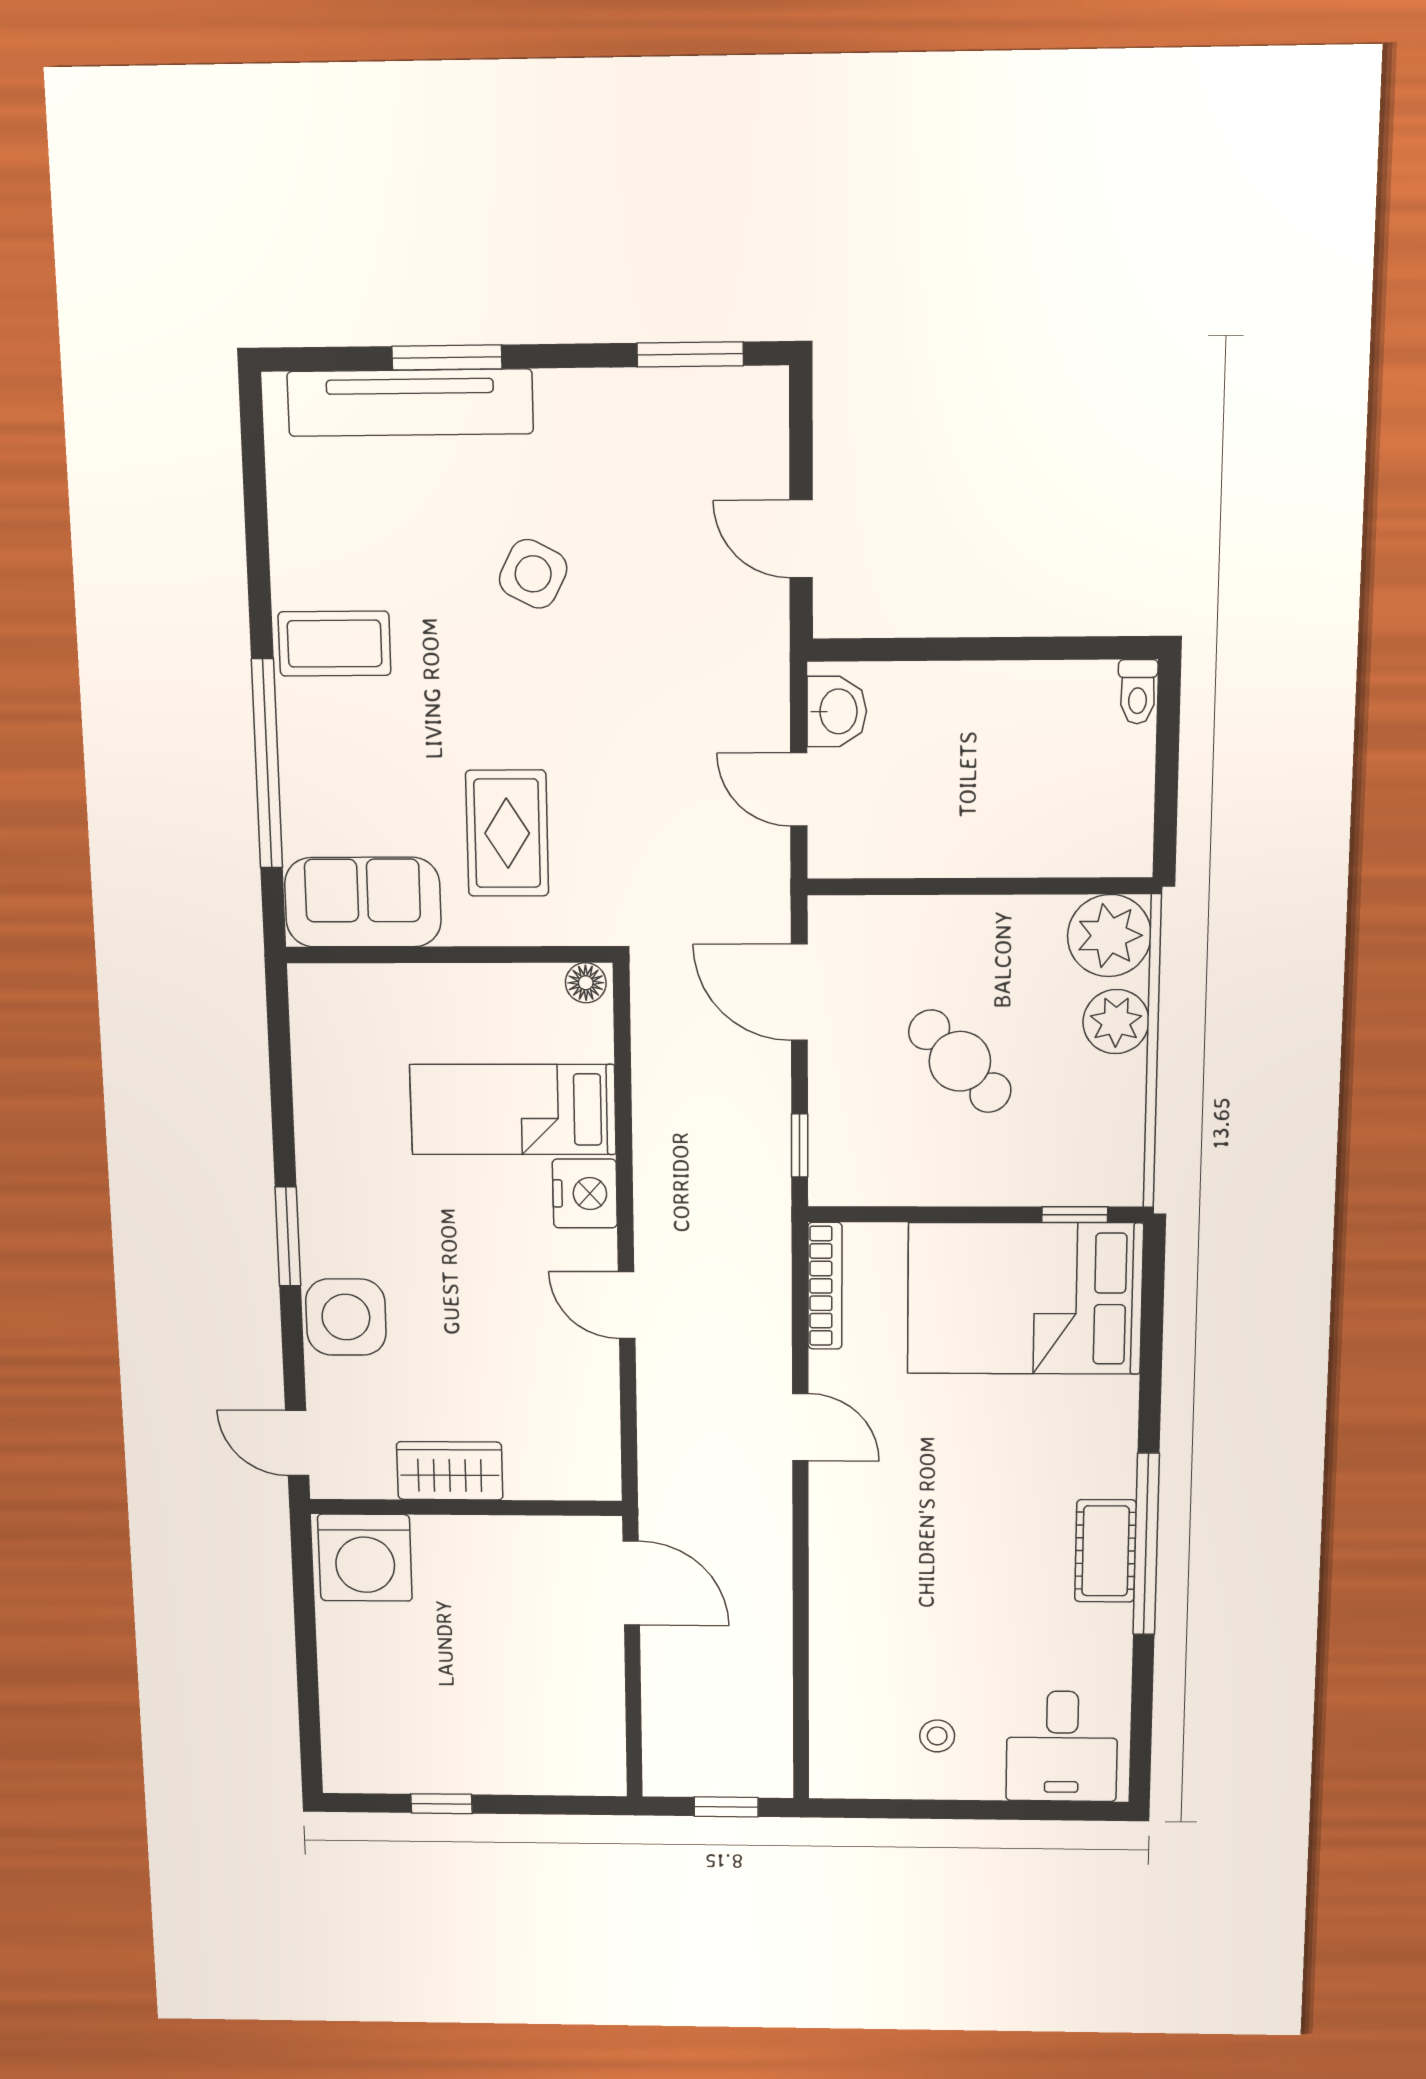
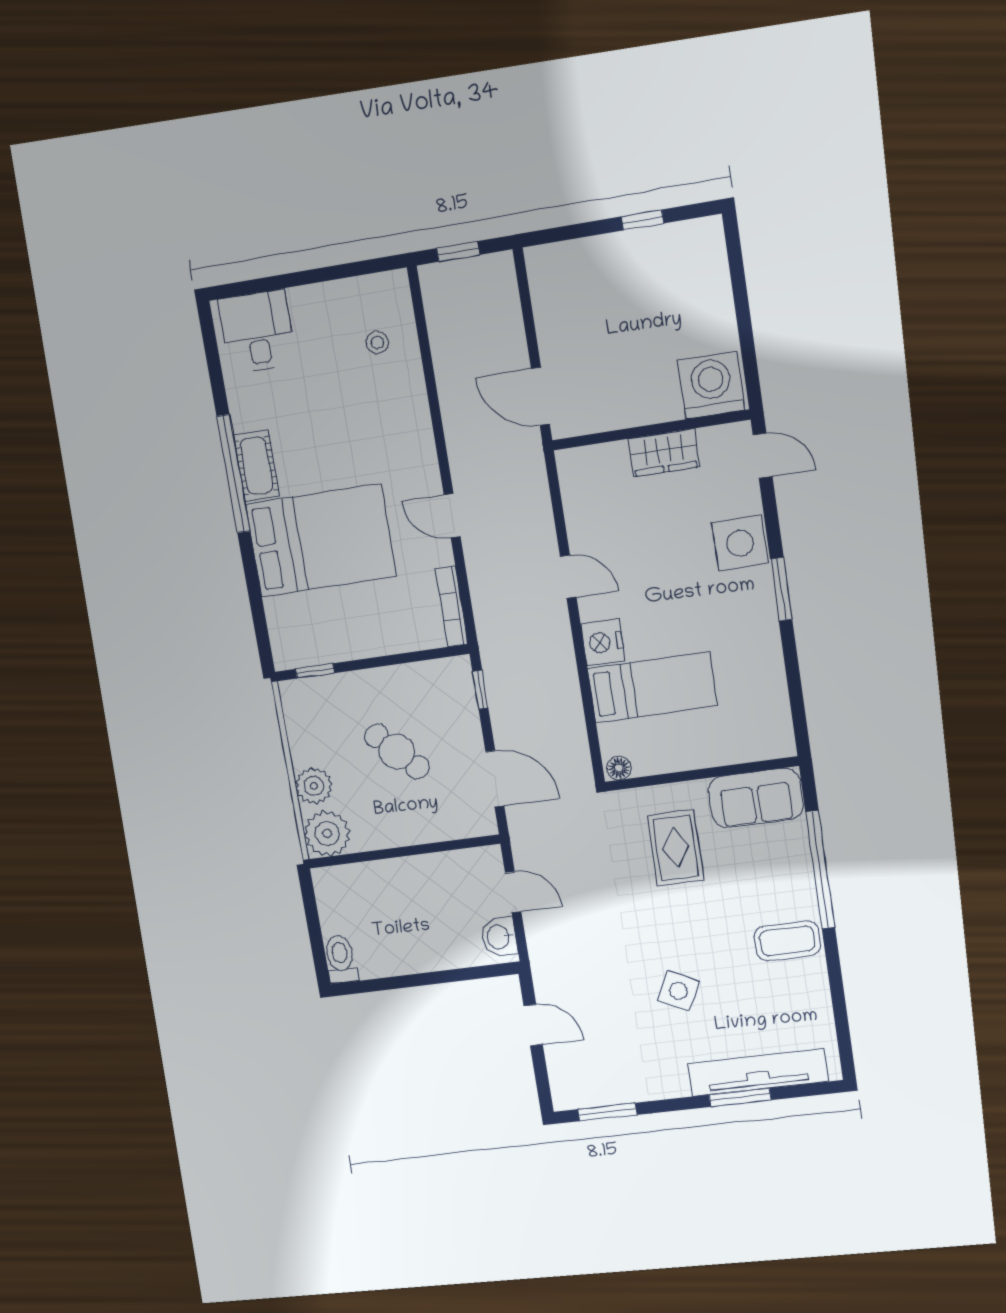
toilet: (1138, 692) -> (341, 959), width x1.37, depth x1.39
bed: (1025, 1299) -> (321, 540), moved
stool: (937, 1736) -> (377, 342), moved

